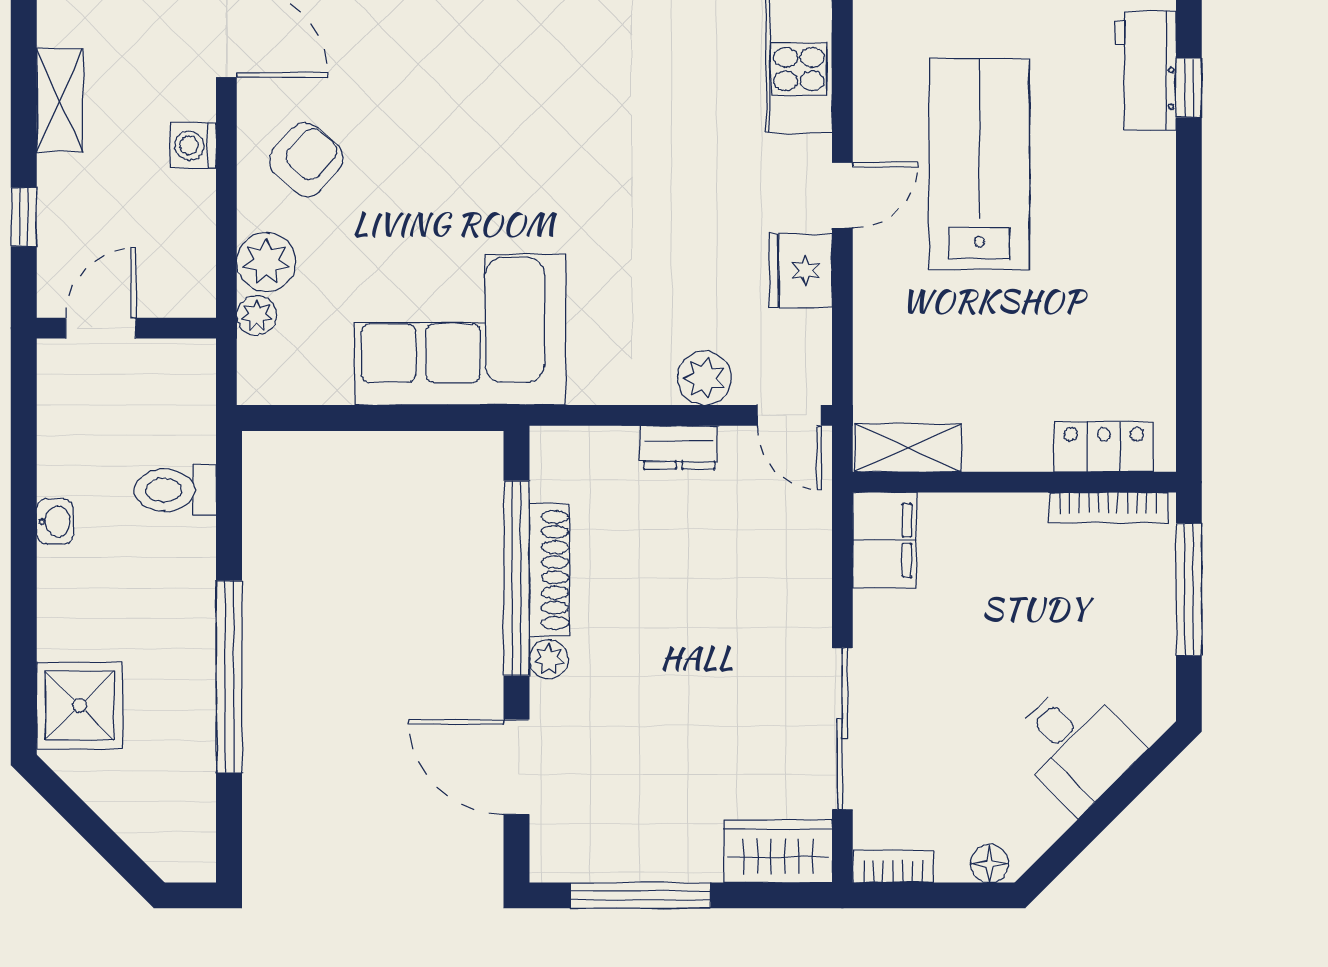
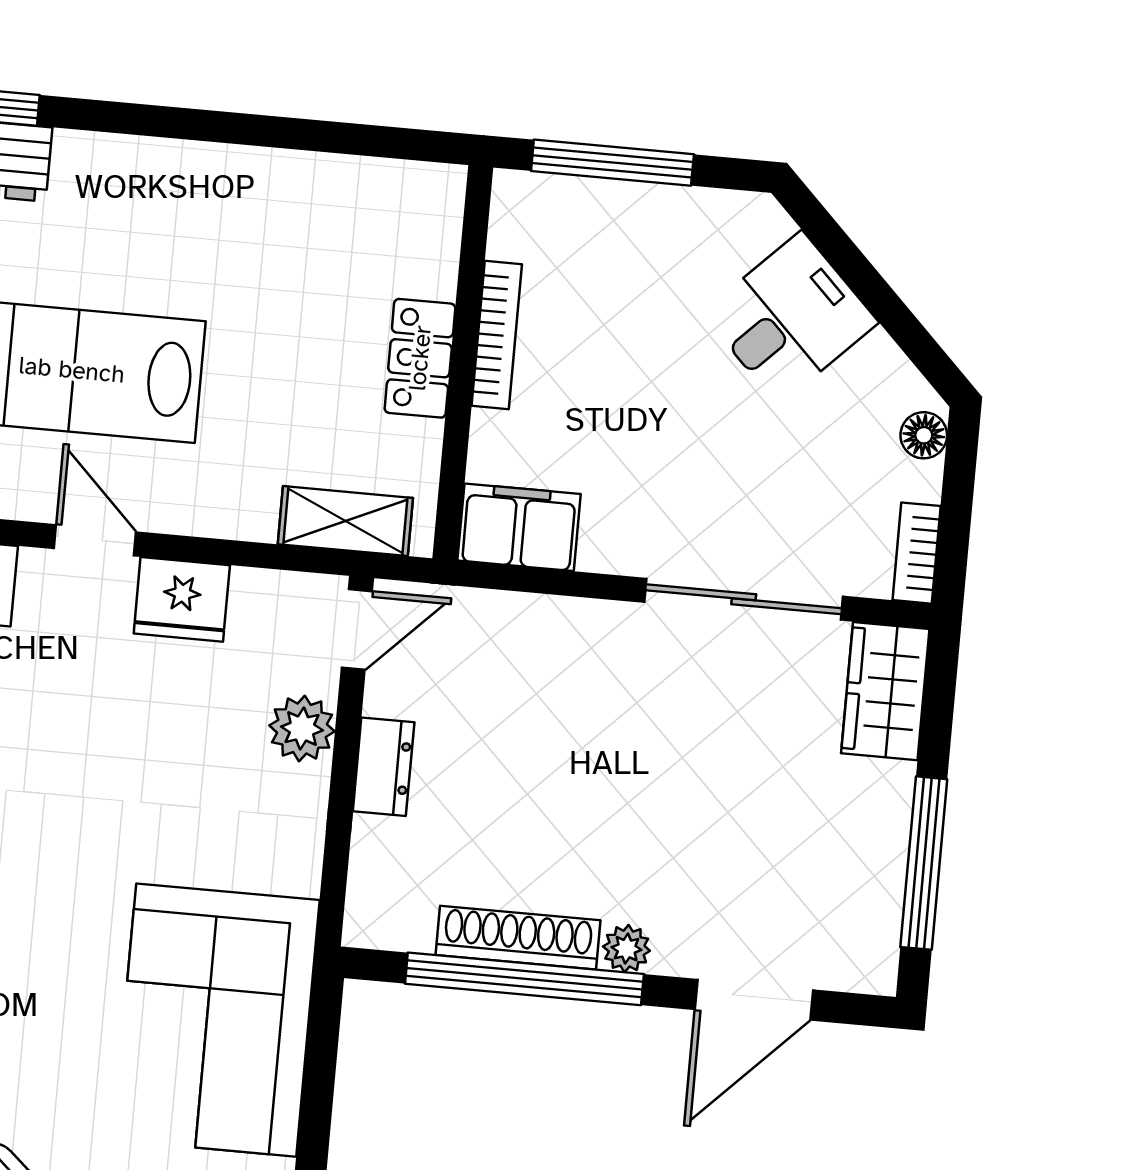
locker: (1104, 447) -> (420, 358), moved
shelving: (908, 448) -> (345, 521), moved, turned 90
bookcase: (1108, 508) -> (497, 335), moved

